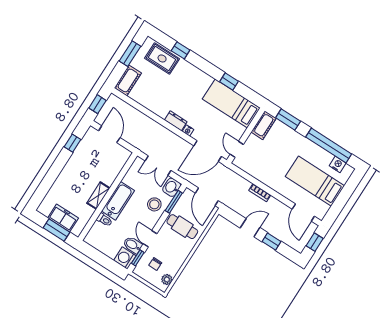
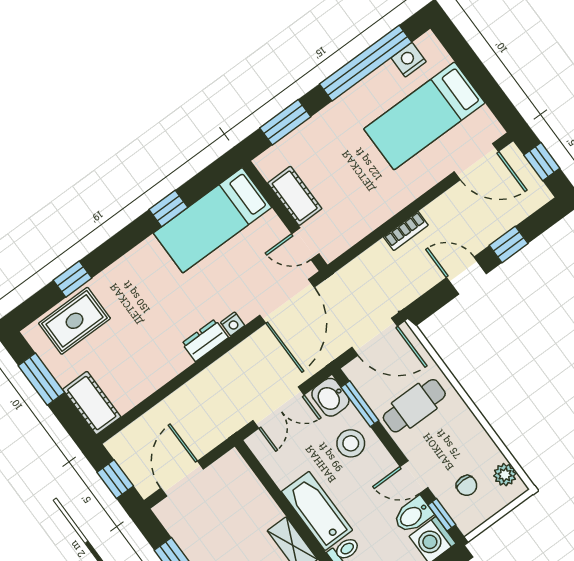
cot: (264, 125) -> (295, 196), moved
door: (109, 134) -> (182, 479), hinge flipped
door: (250, 228) -> (466, 276), hinge flipped

